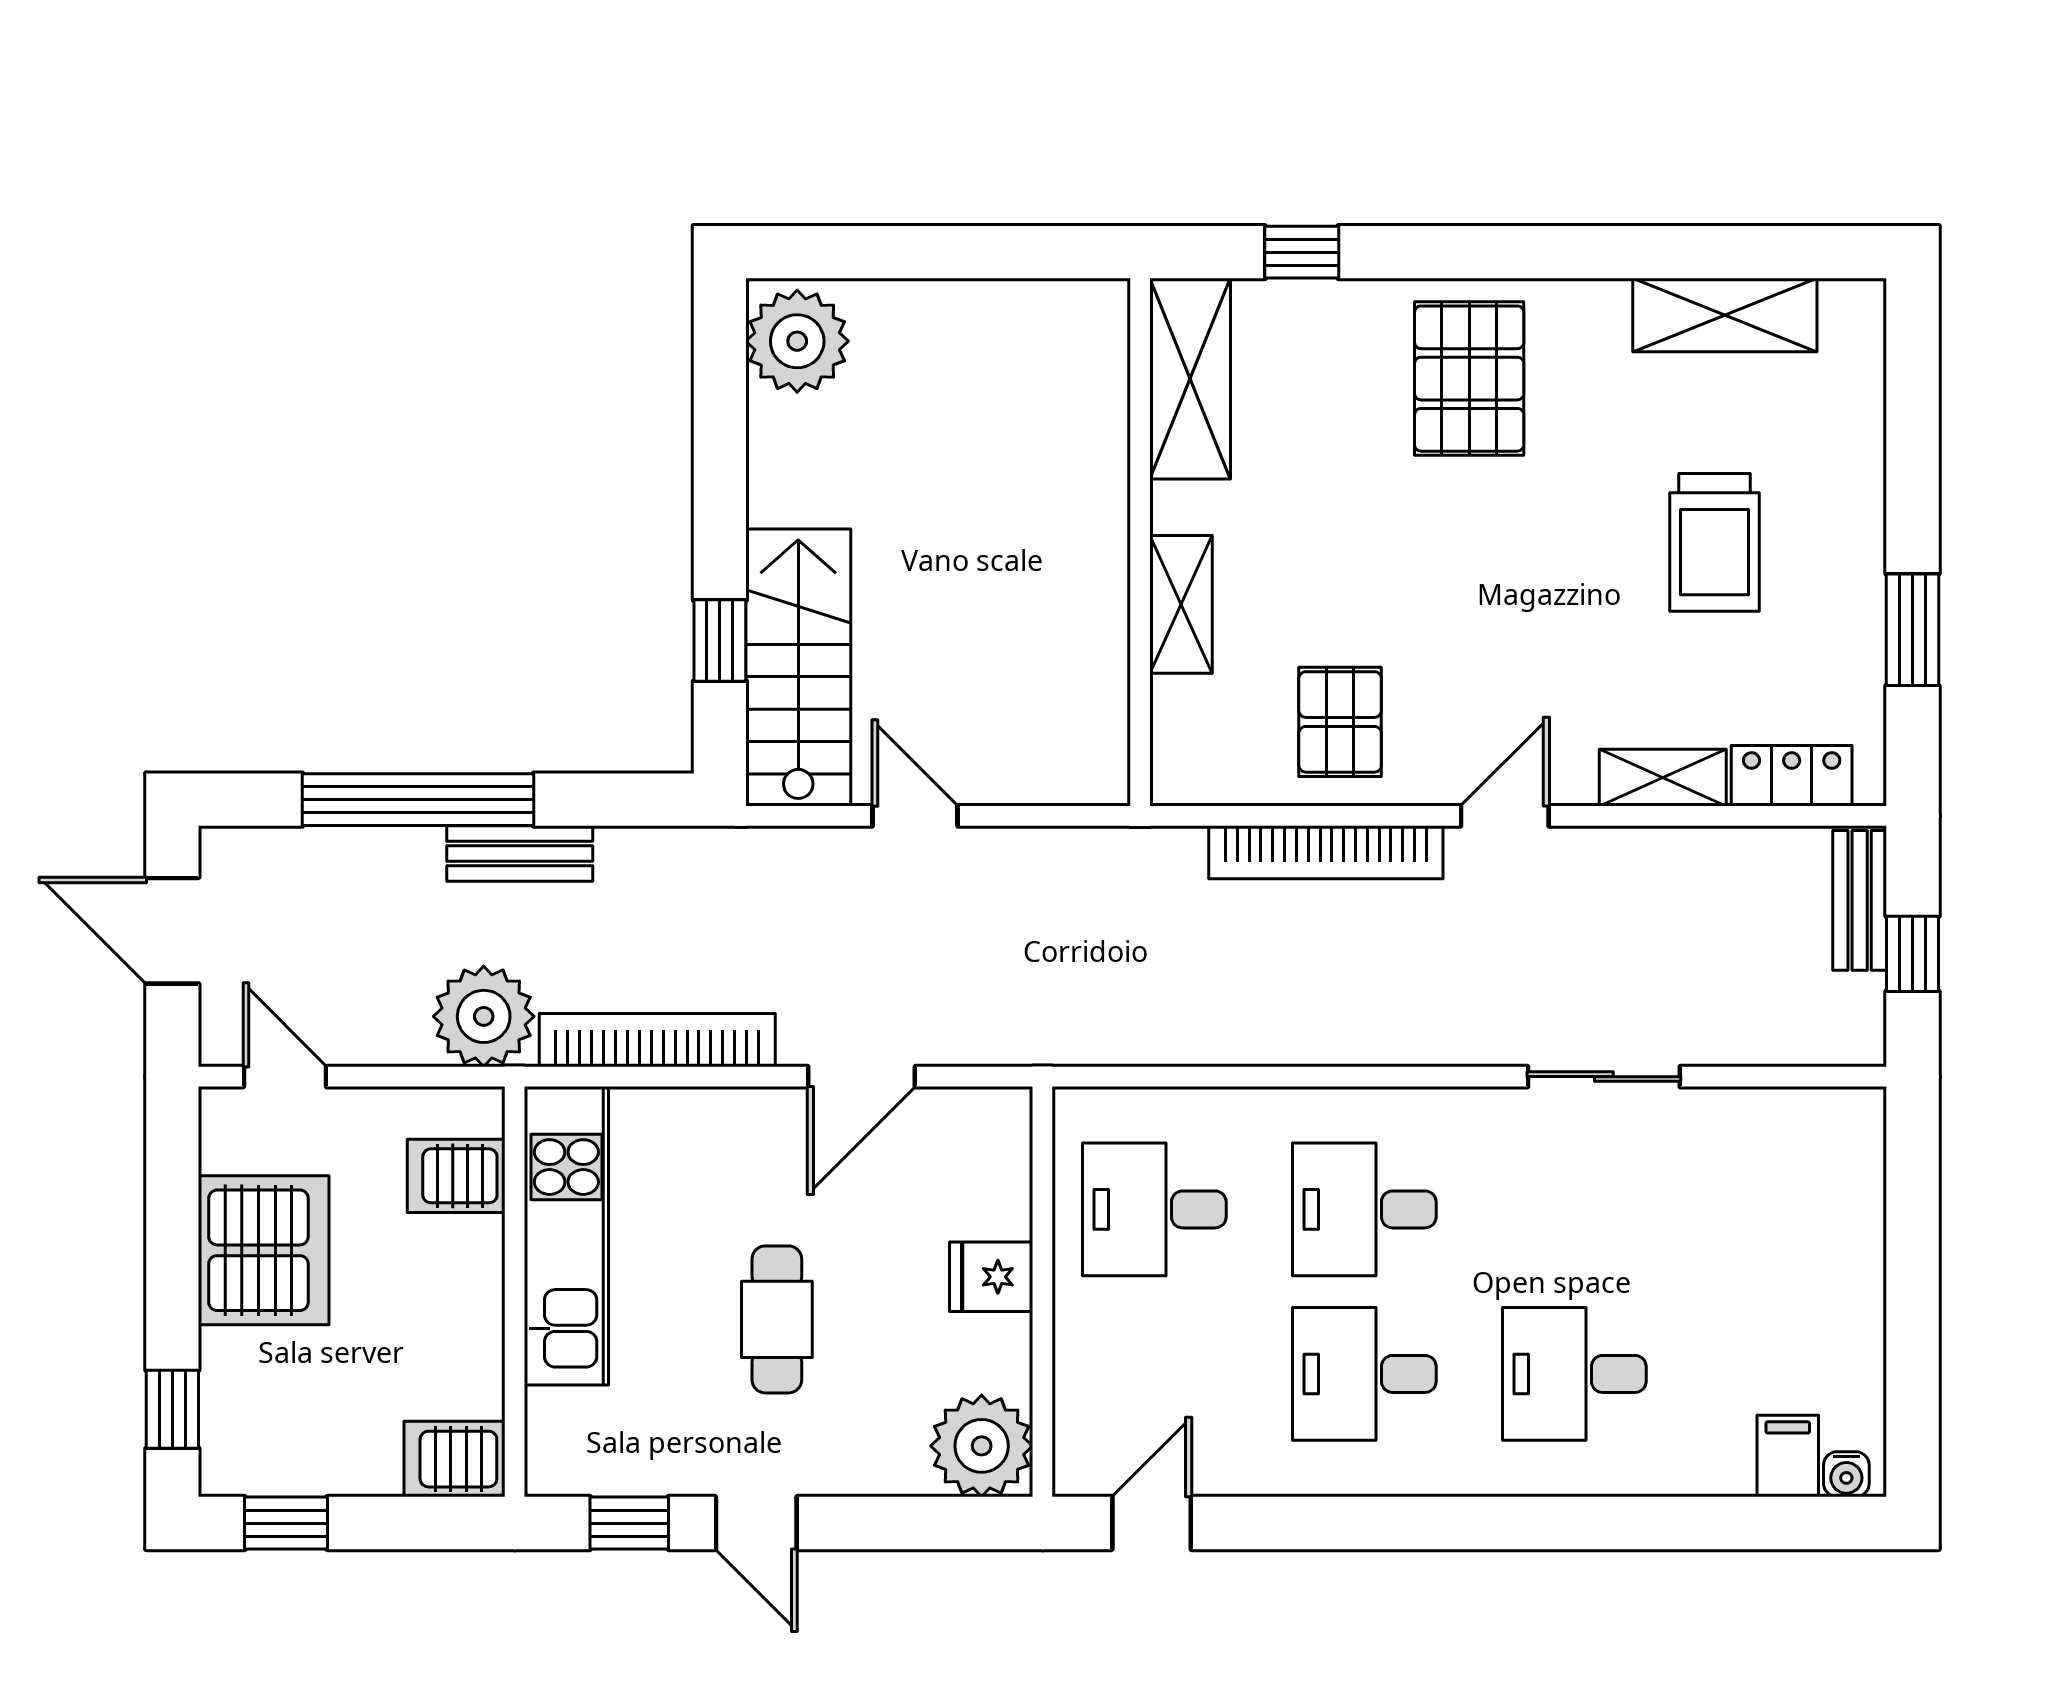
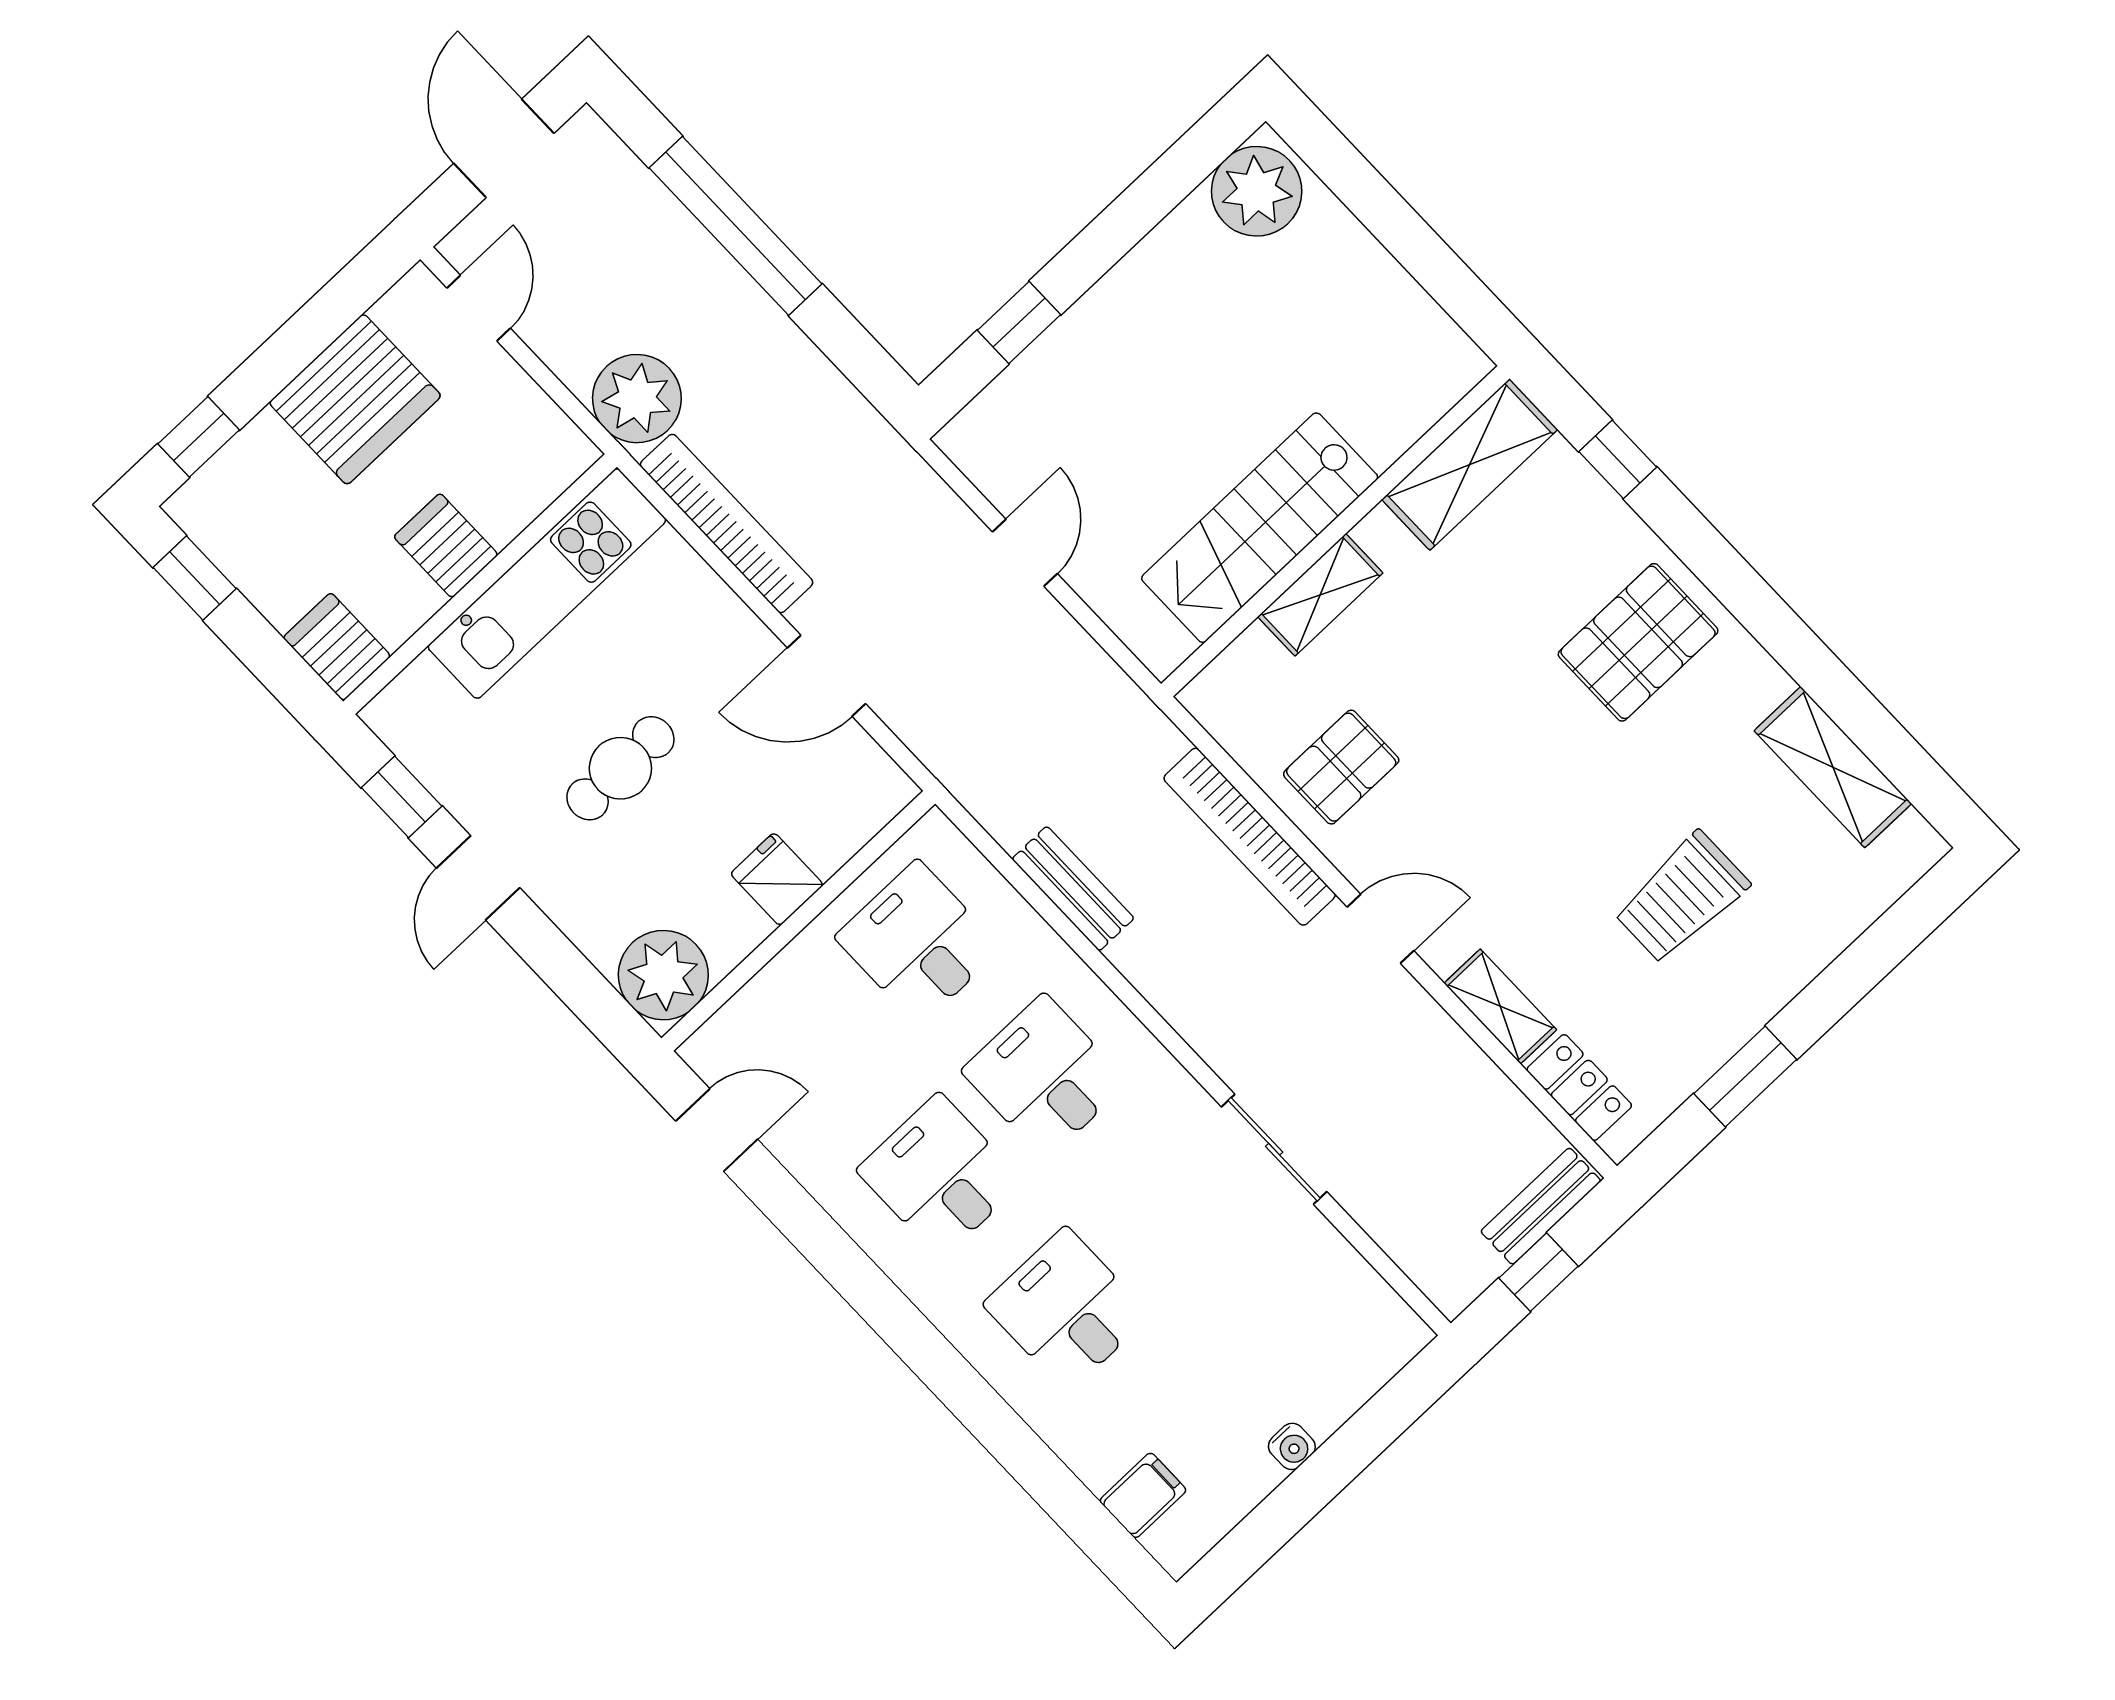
stairs: (798, 667) -> (1260, 528), moved, turned 180
bench: (520, 854) -> (1073, 889), moved
server rack: (456, 1176) -> (446, 546), moved
water cooler: (1846, 1474) -> (1292, 1446), moved, turned -90

